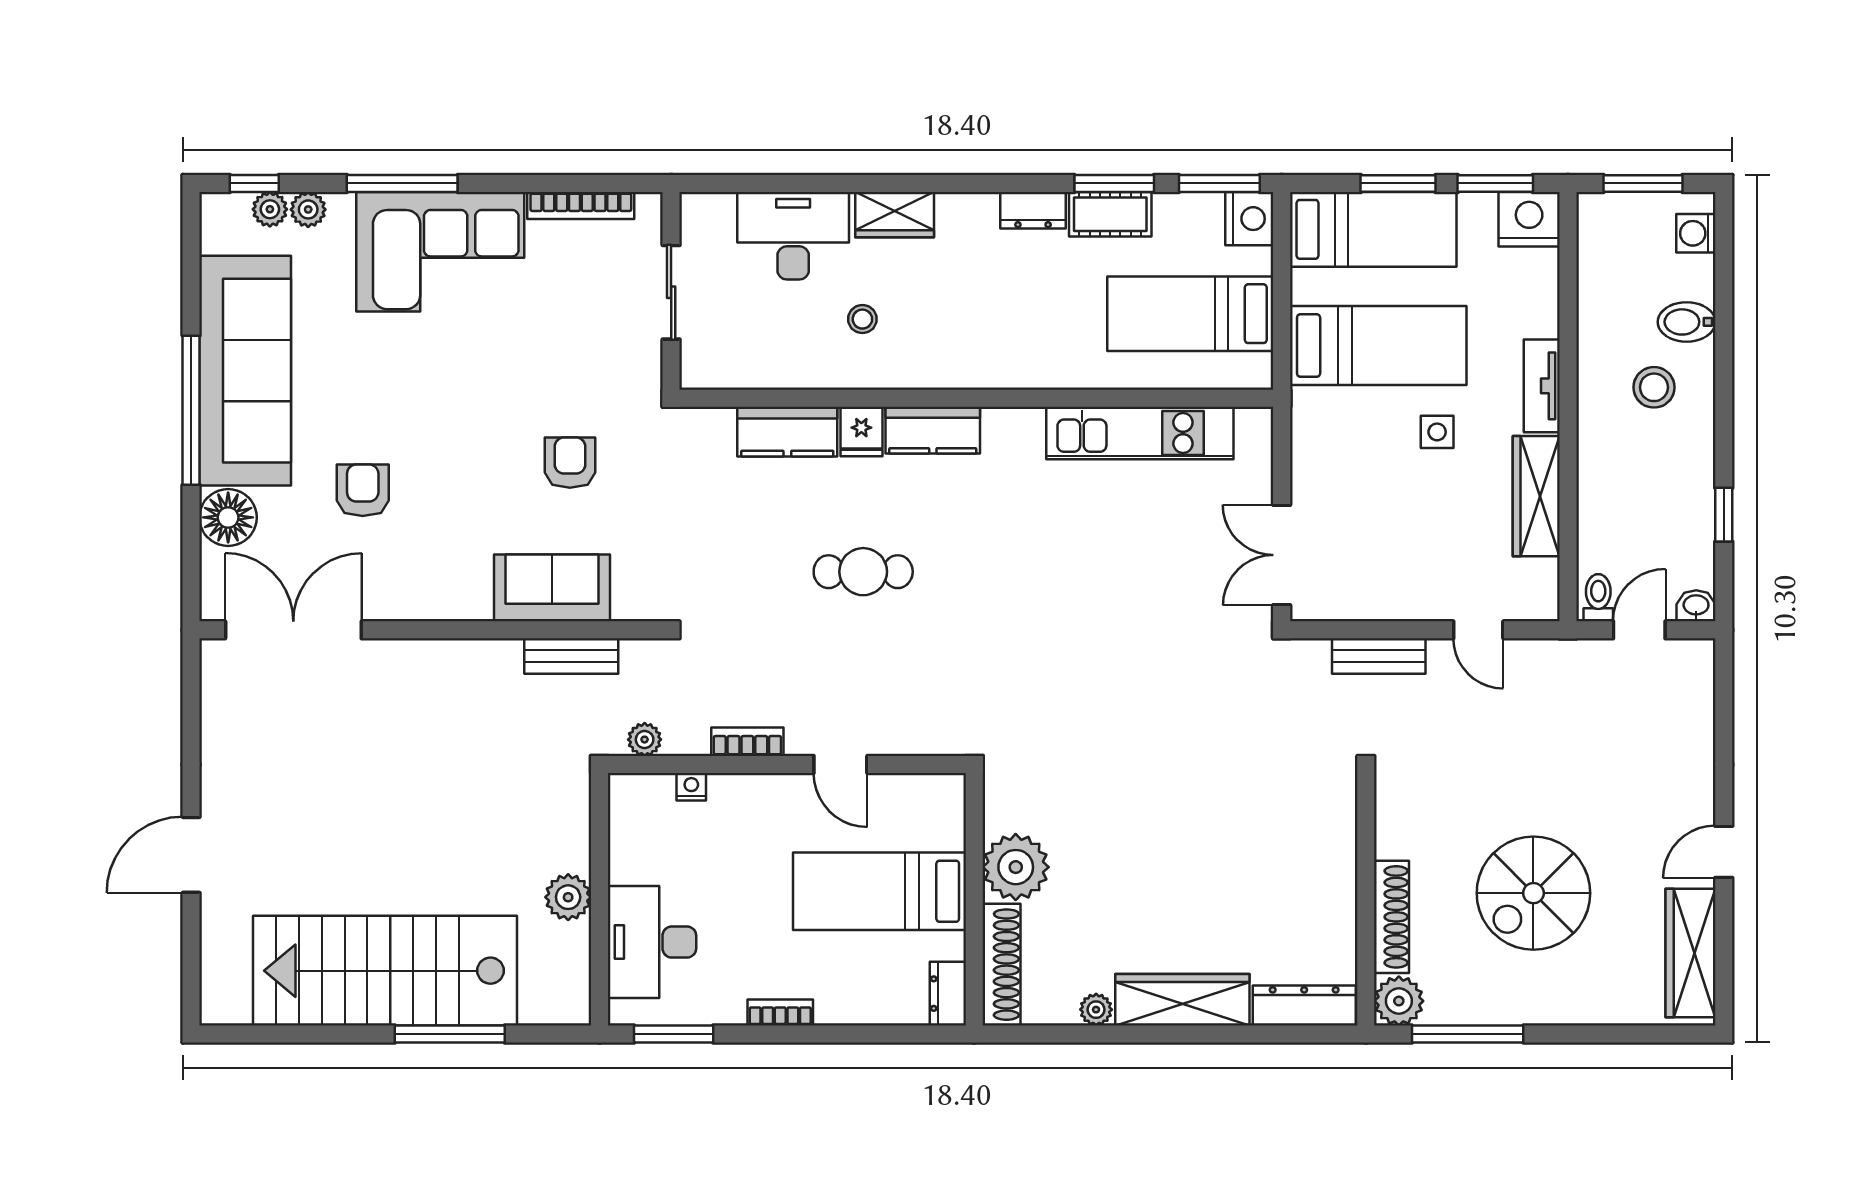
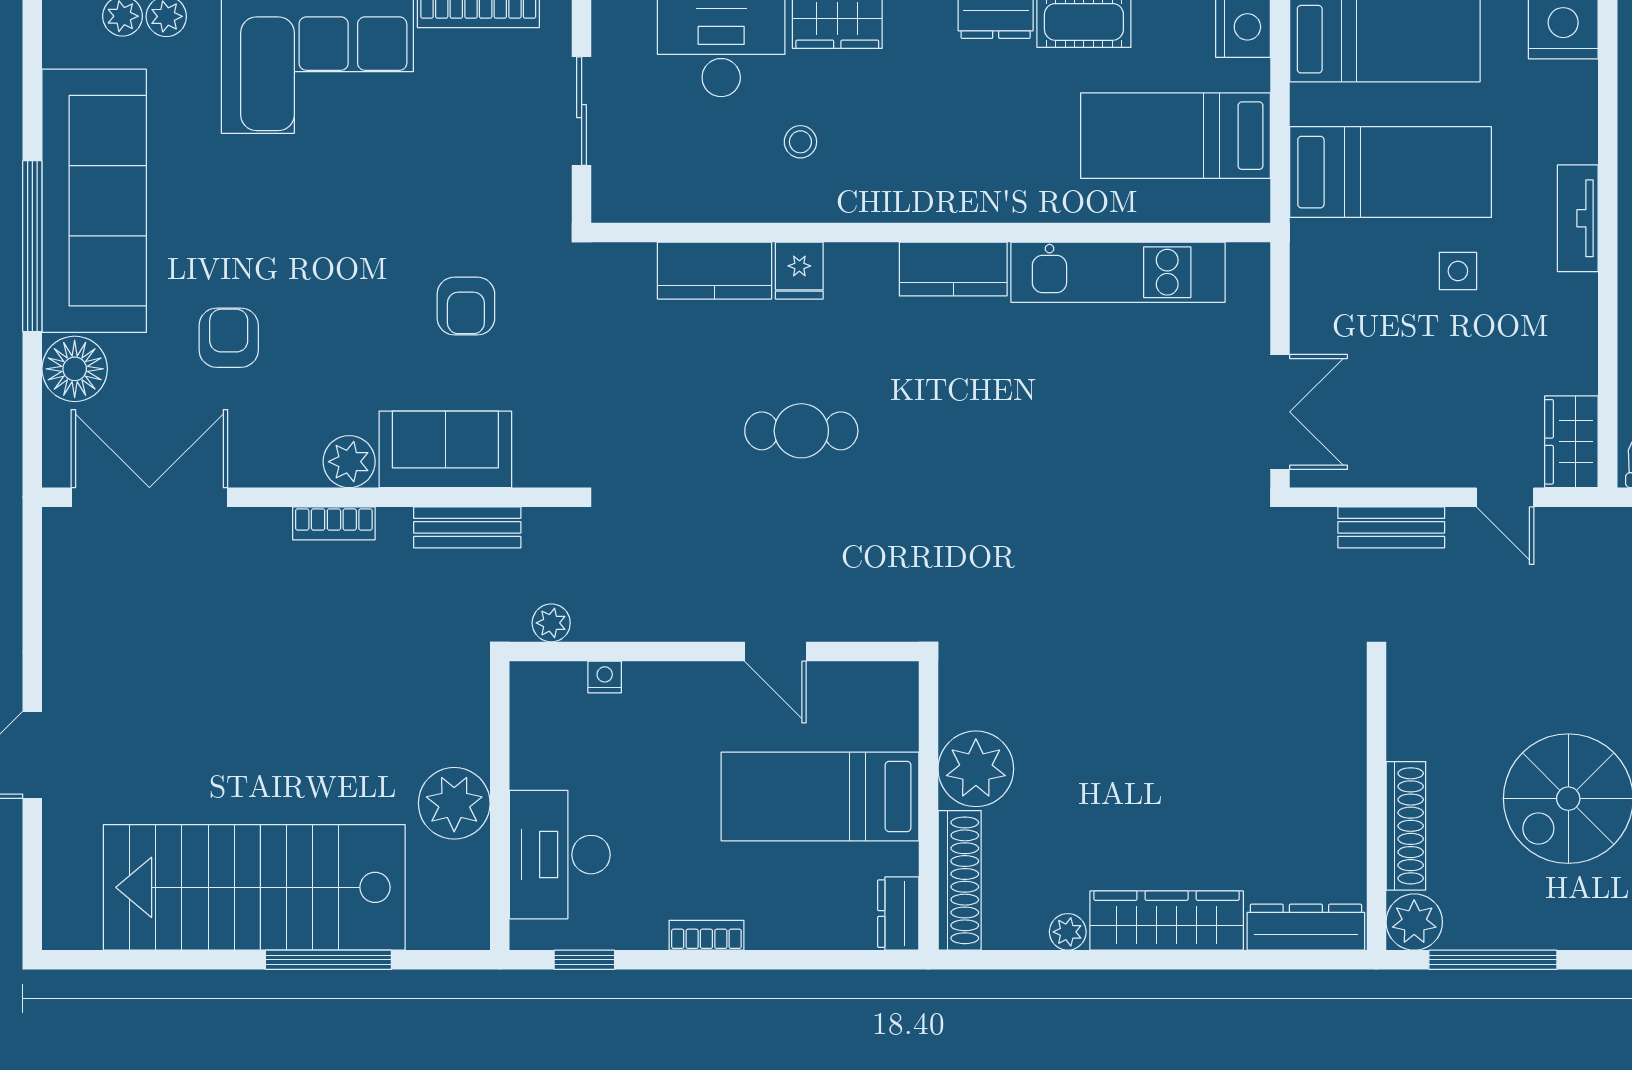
kitchen counter: (933, 430) -> (953, 269), moved
armchair: (570, 463) -> (466, 306), turned 180
wardrobe: (1536, 496) -> (1571, 442), moved, width x0.67
double door: (1282, 555) -> (1280, 412), swing flipped
plant: (468, 599) -> (349, 462), added
bookcase: (747, 742) -> (334, 523), moved, turned 180
plant: (568, 897) -> (454, 803), width x1.36, depth x1.36
window: (674, 1034) -> (584, 960), width x0.67

